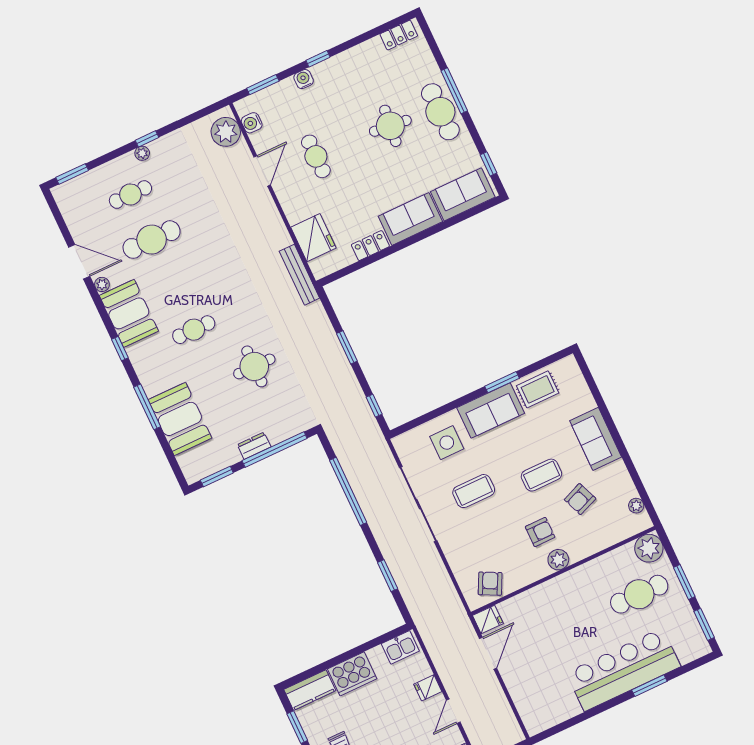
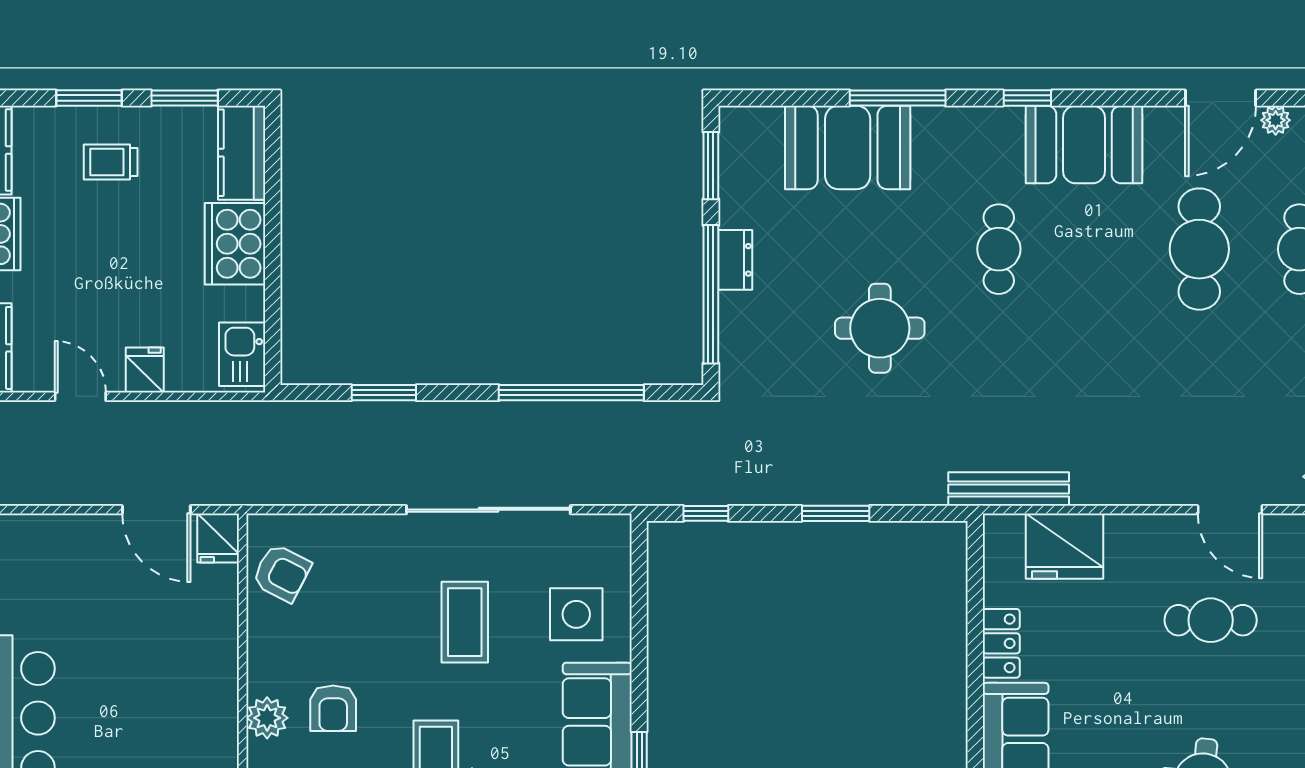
plant: (102, 284) -> (1276, 120), moved

